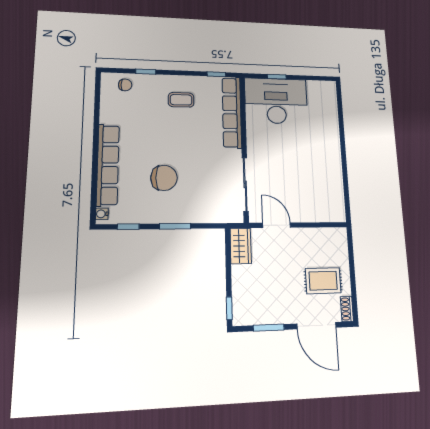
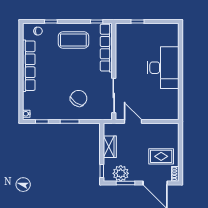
coffee table: (181, 100) -> (73, 40), width x1.86, depth x1.72
desk: (276, 101) -> (163, 68), moved, turned 90
row of seats: (108, 165) -> (29, 66), moved
chair: (164, 178) -> (79, 98), moved, turned -55
wardrobe: (241, 246) -> (110, 147), moved
plant: (260, 311) -> (121, 173), added

